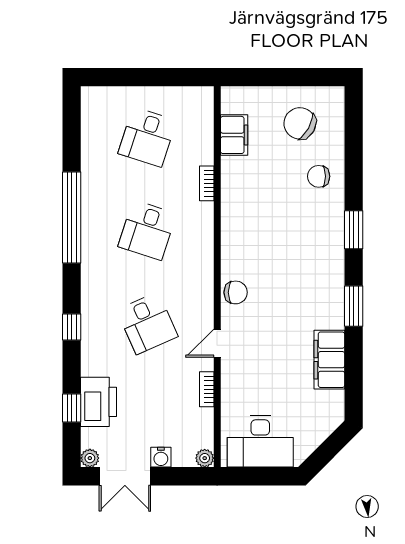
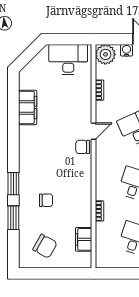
chair: (319, 176) -> (46, 200), moved
window: (354, 306) -> (13, 218), moved
door: (217, 343) -> (93, 131), moved
plant: (205, 458) -> (105, 54), width x1.88, depth x1.88

